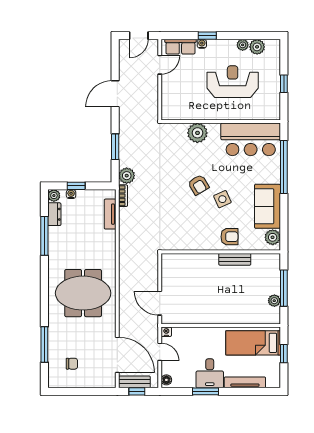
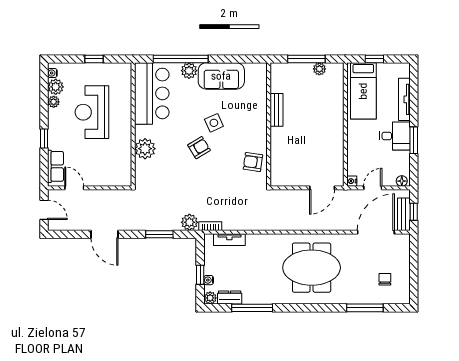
water cooler: (202, 44) -> (52, 73), moved
armchair: (229, 237) -> (253, 162), moved, turned -82
plant: (273, 237) -> (189, 71), moved
meeting table: (83, 293) -> (312, 268), turned 90

